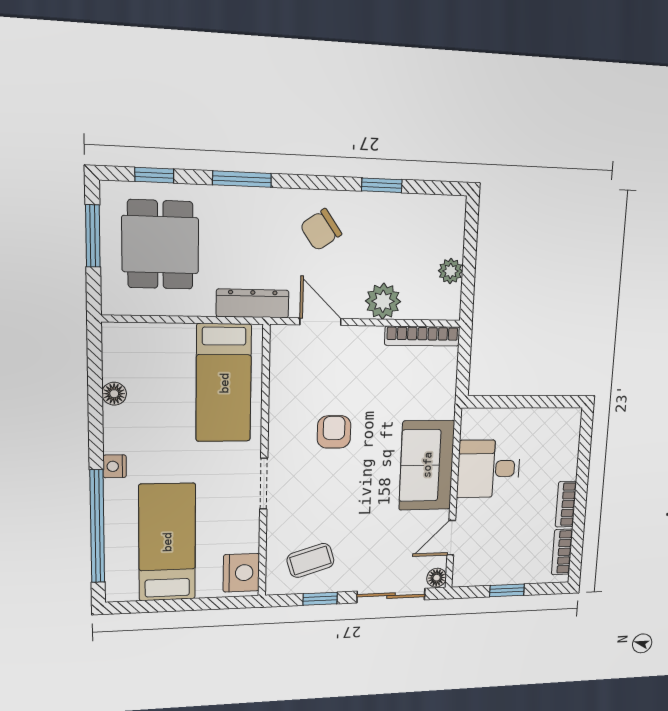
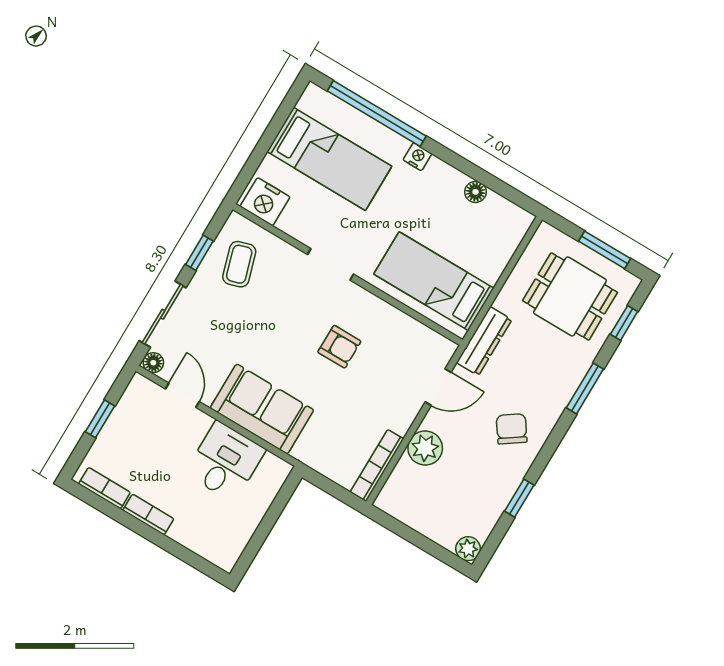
plant: (451, 271) -> (468, 549), moved

